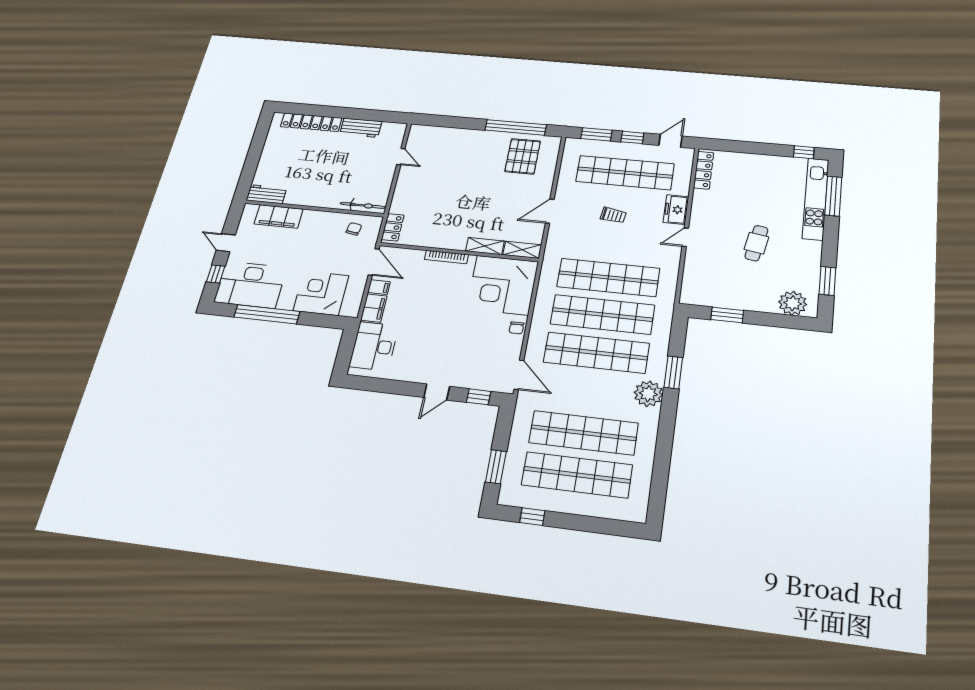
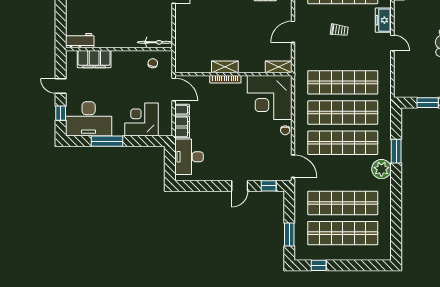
locker: (393, 227) -> (181, 59), removed
door: (685, 237) -> (392, 43), swing flipped
shelving: (485, 246) -> (225, 67), moved
window: (267, 314) -> (107, 141), width x0.68

